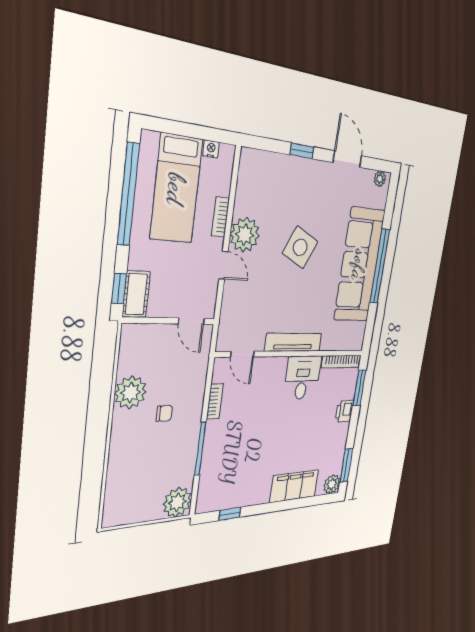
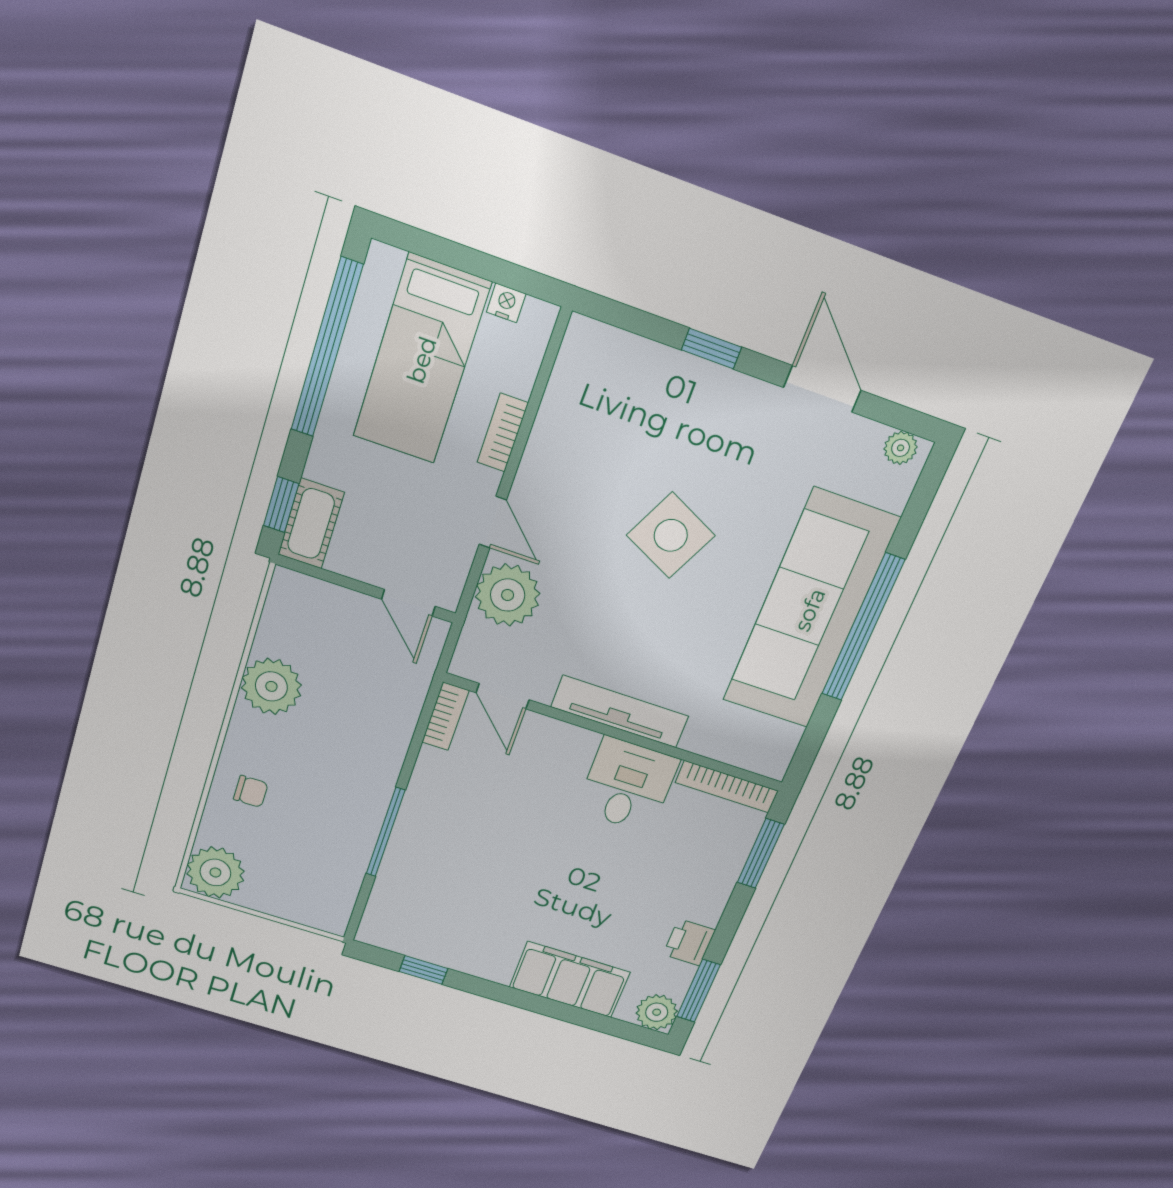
plant: (245, 235) -> (508, 595), moved
bookcase: (215, 401) -> (445, 716), moved
printer: (344, 411) -> (689, 942), moved
chair: (164, 413) -> (251, 791), moved
plant: (177, 502) -> (215, 872), moved

